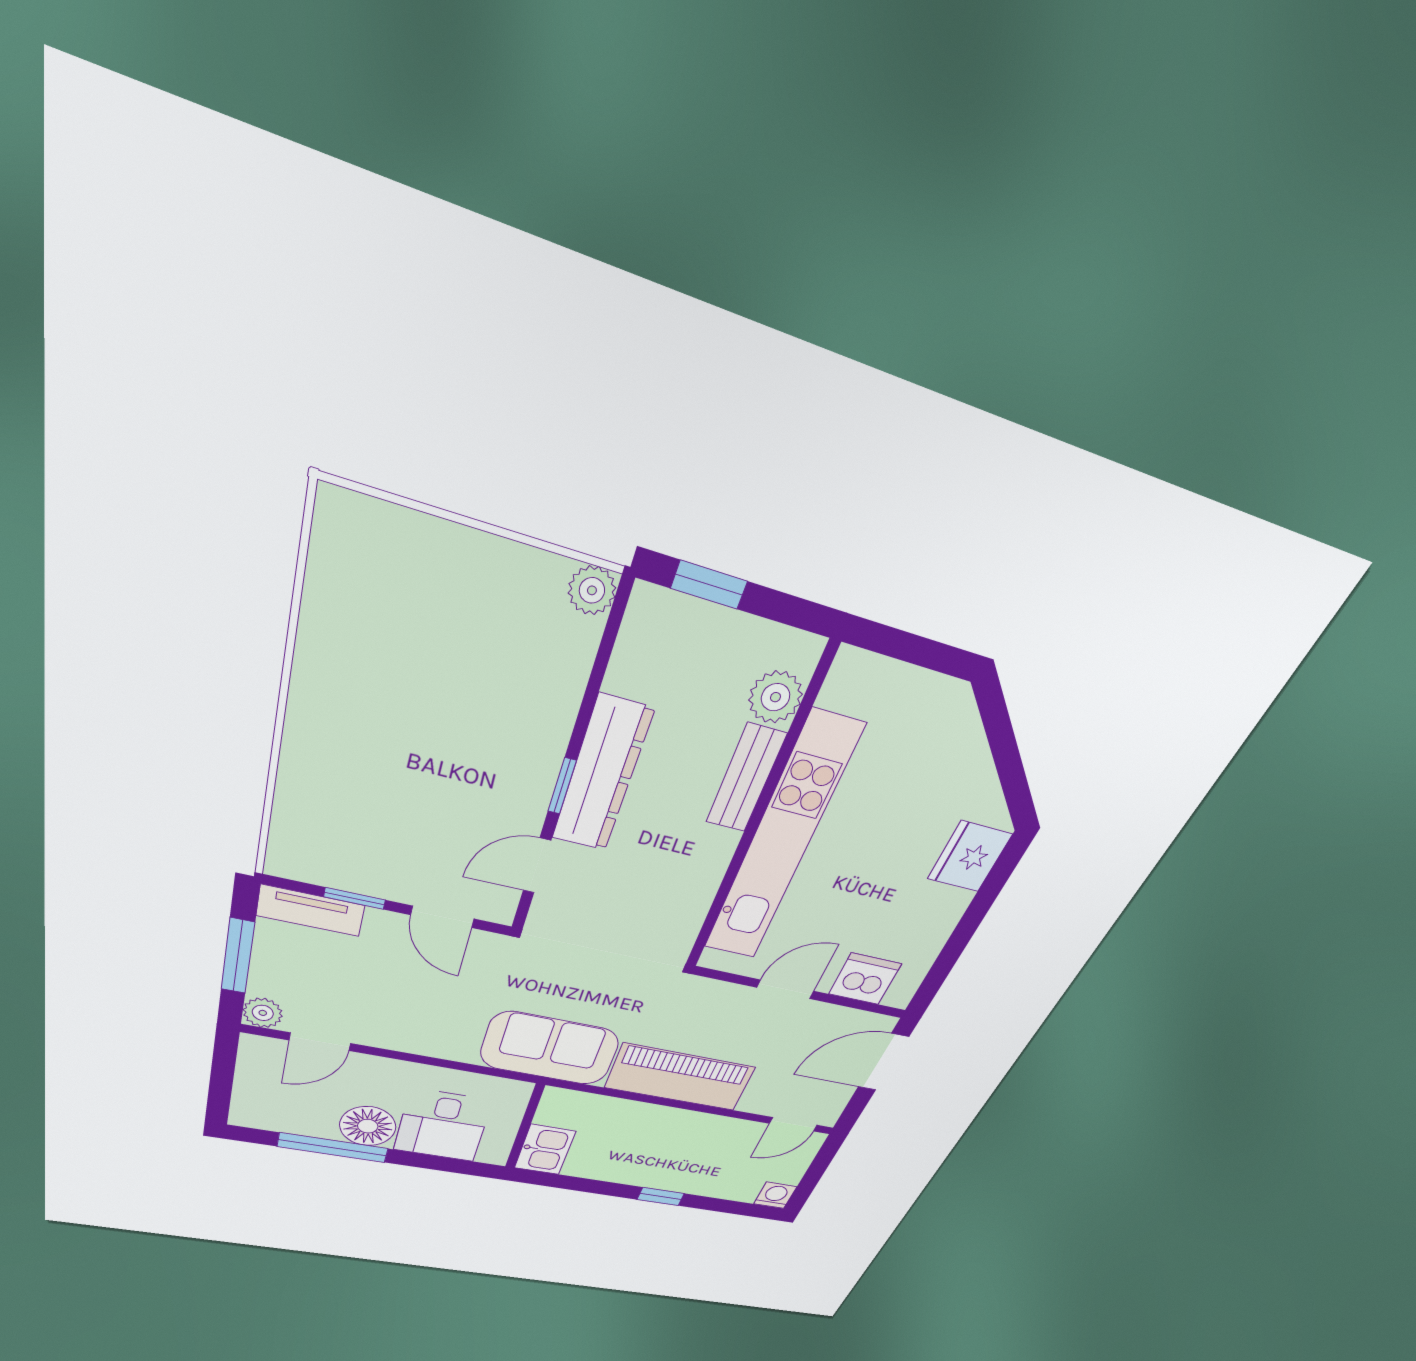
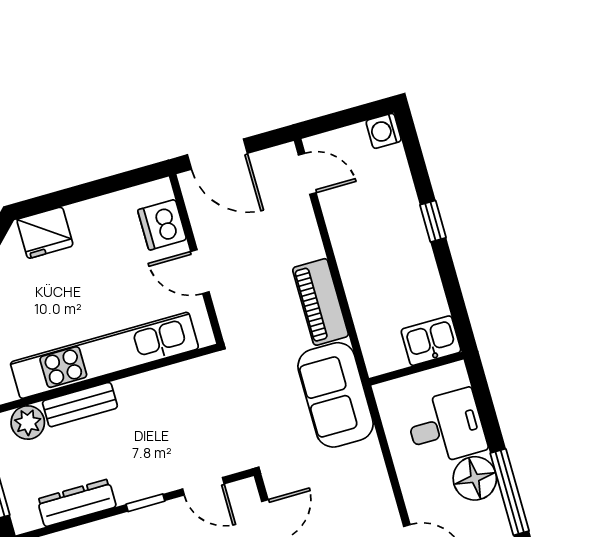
dresser: (602, 775) -> (77, 503), moved, width x0.73, depth x0.80
piano: (680, 1077) -> (321, 302), width x0.73, depth x0.75

